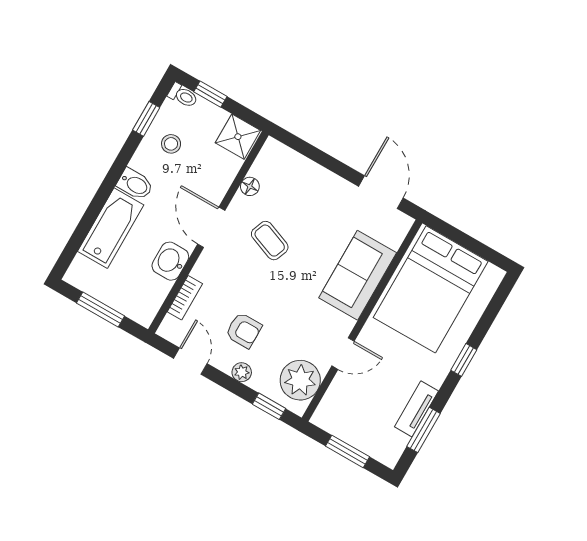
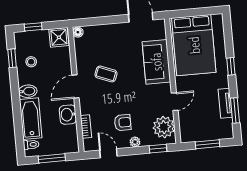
toilet: (183, 96) -> (31, 145), moved
floor lamp: (250, 186) -> (78, 32), moved
door: (211, 227) -> (76, 86), hinge flipped

